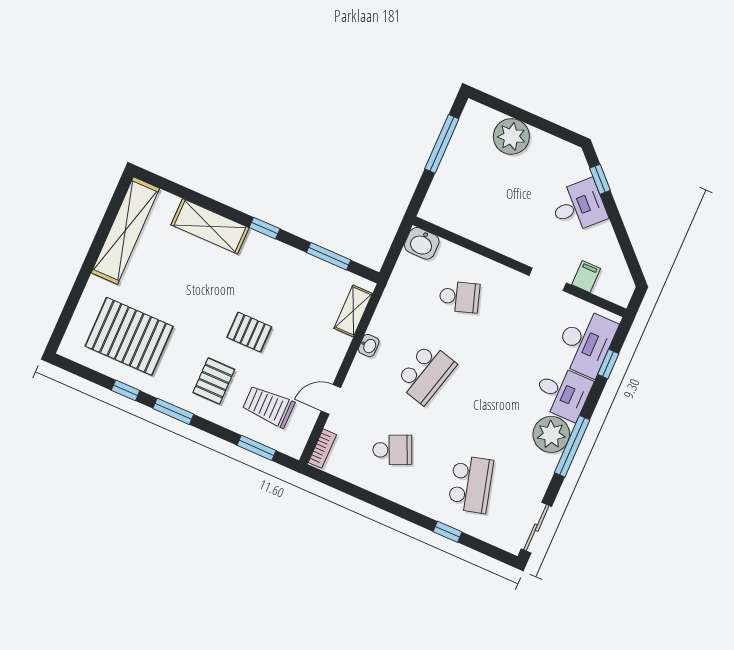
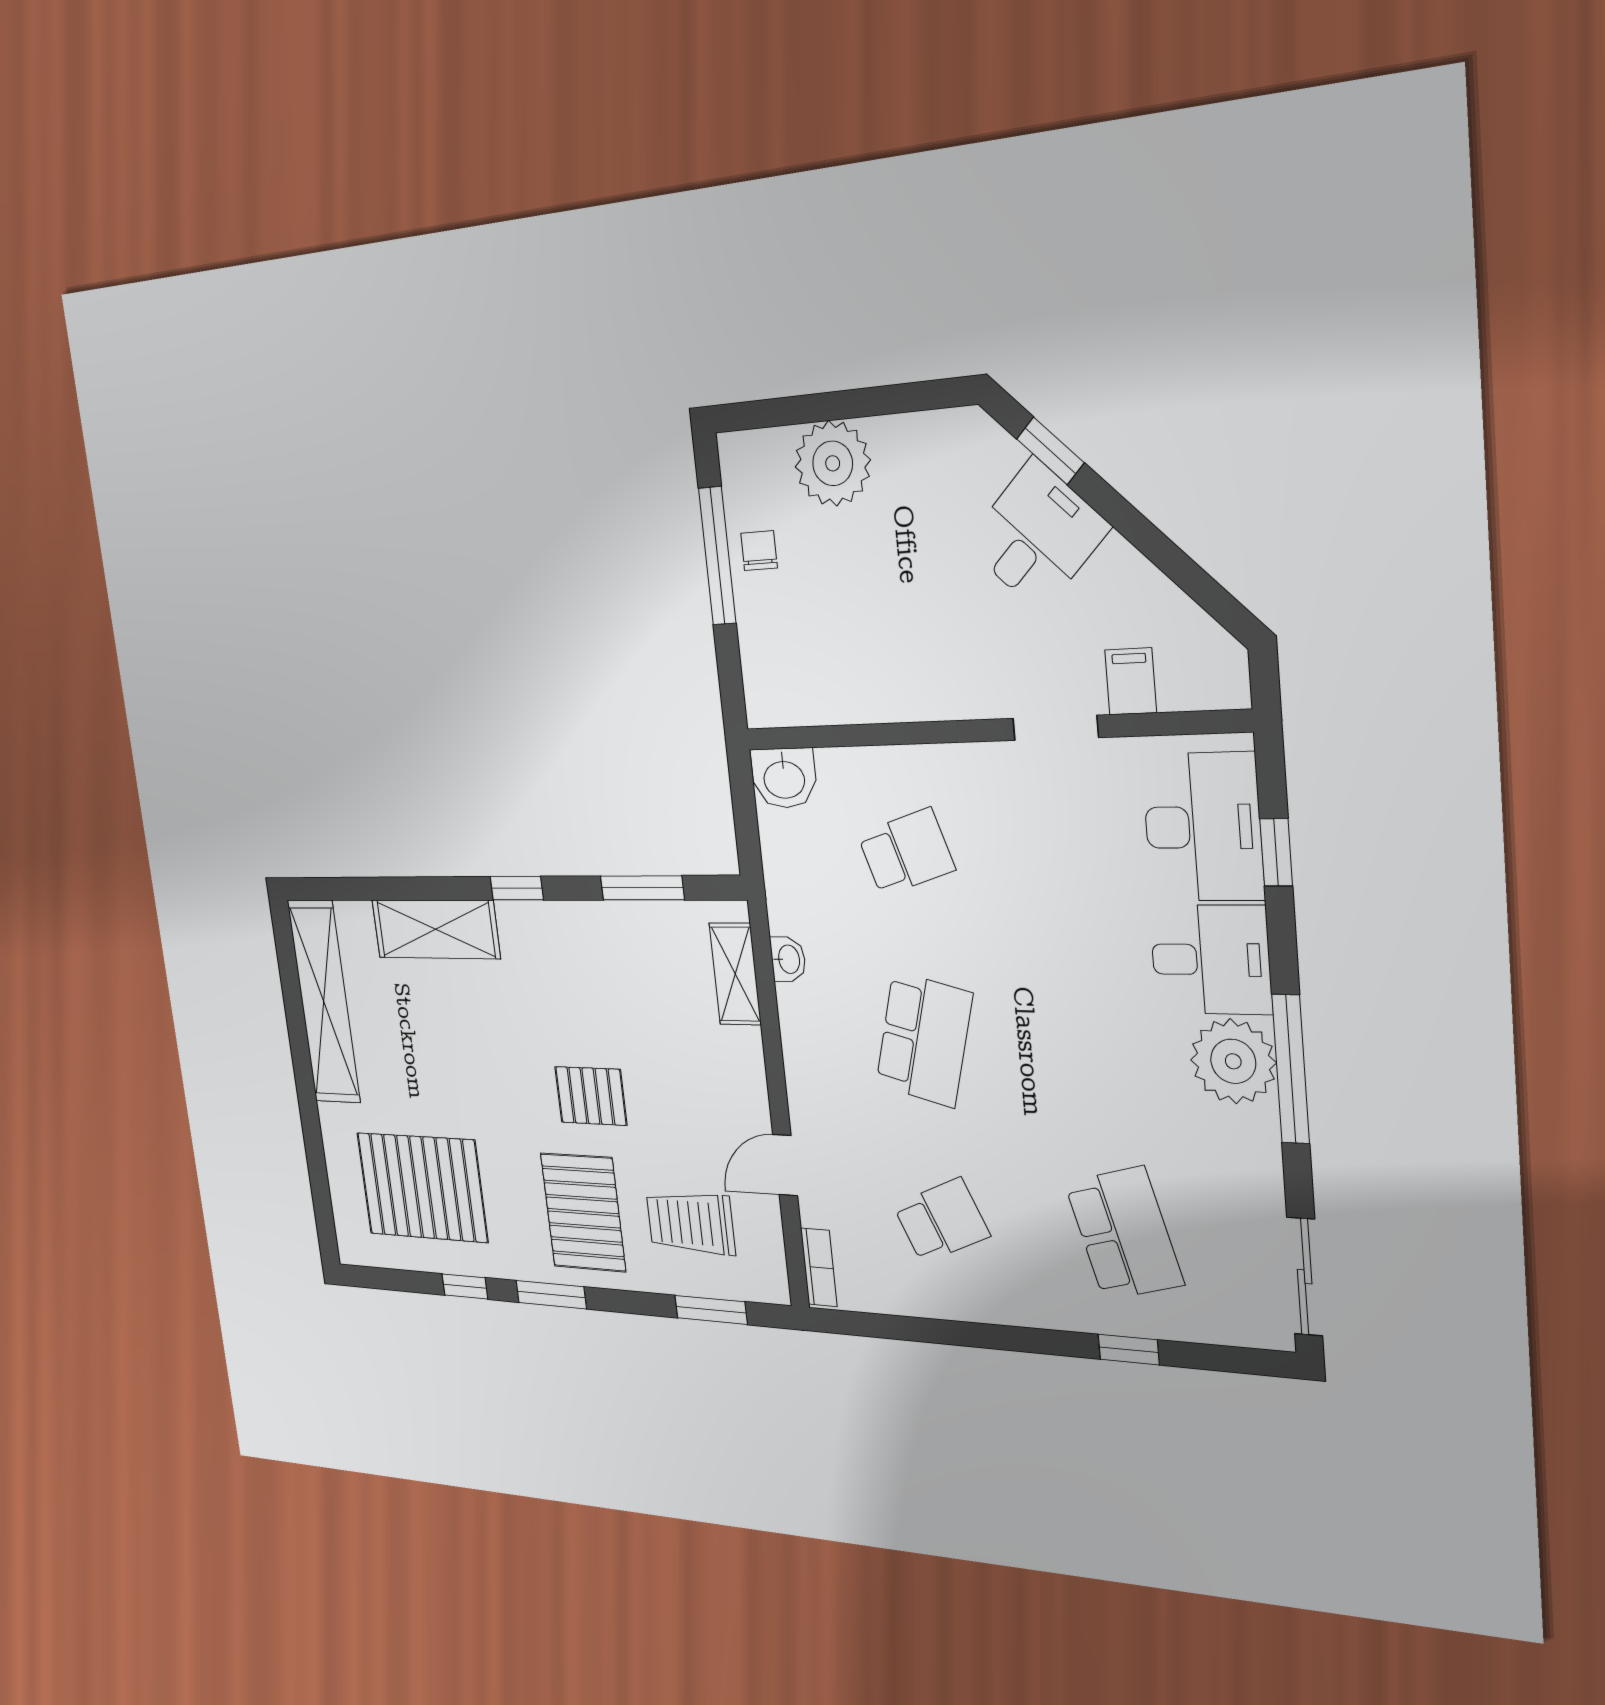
chair: (461, 152) -> (759, 551), added
washbasin: (369, 346) -> (788, 959), moved
pallet: (214, 381) -> (583, 1212), width x1.50, depth x1.42

